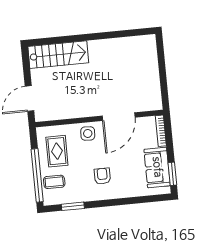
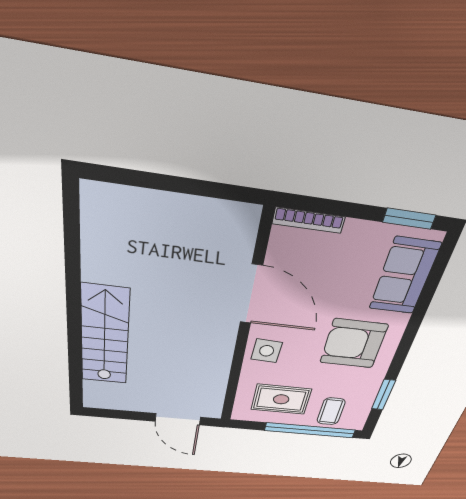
stairs: (58, 55) -> (105, 336), moved
sofa: (157, 167) -> (404, 276), moved, turned 90
armchair: (102, 176) -> (354, 344), width x1.88, depth x1.88

